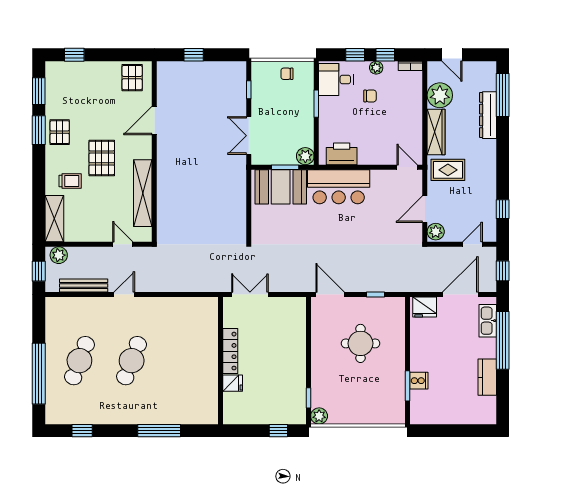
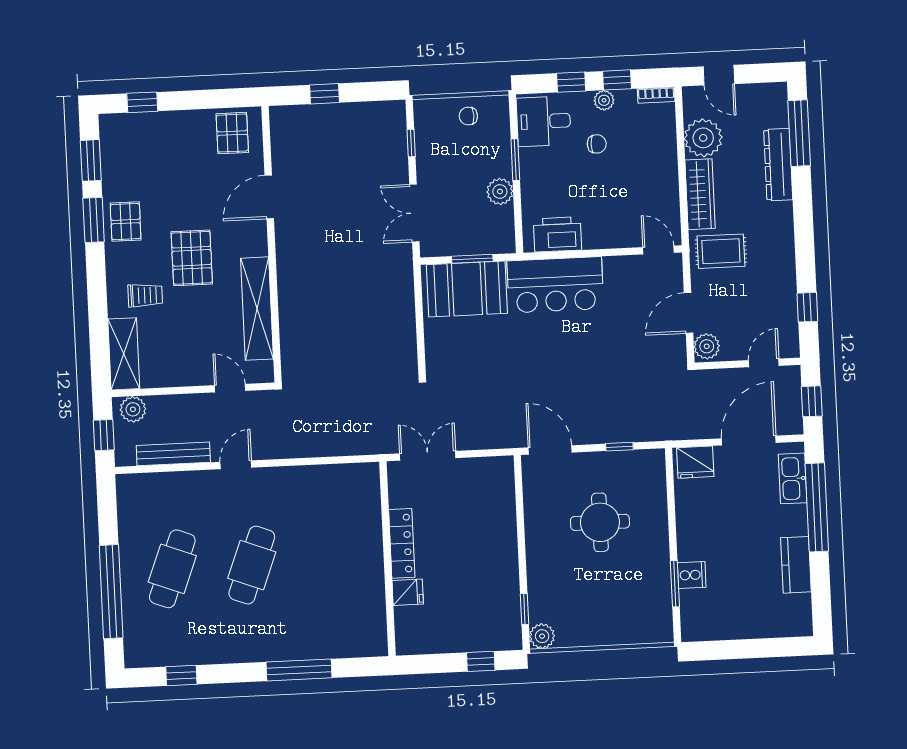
plant: (305, 156) -> (500, 191), moved

